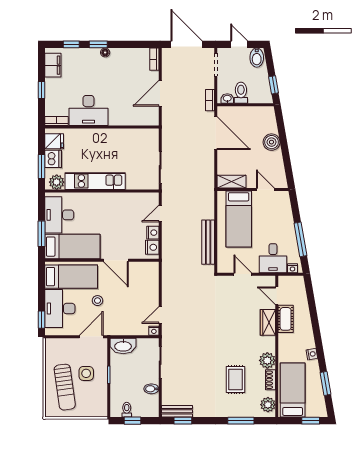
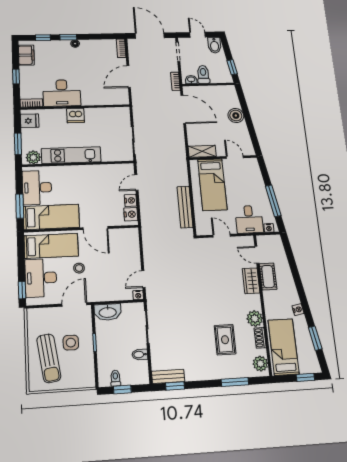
dishwasher: (53, 159) -> (76, 115), moved, turned 90

